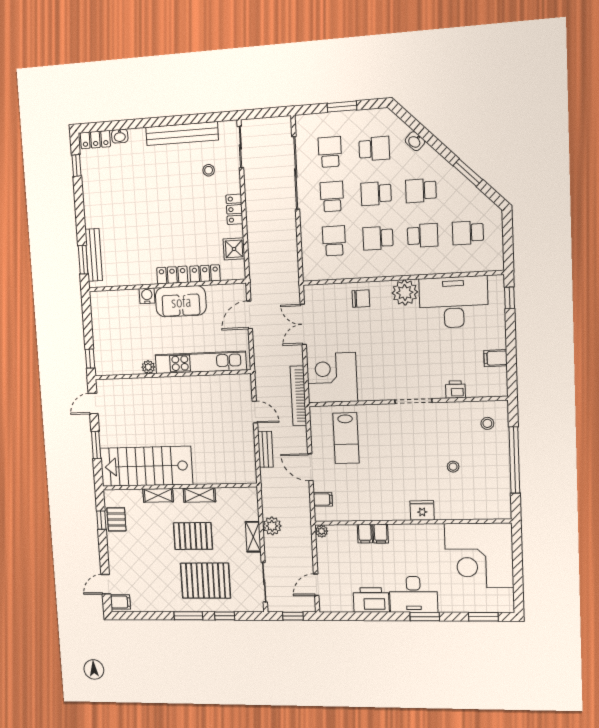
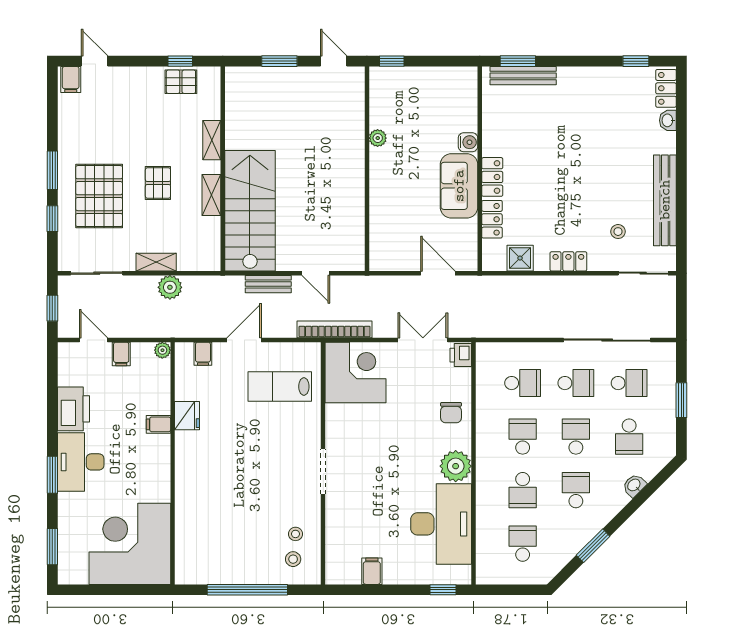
kitchen unit: (201, 362) -> (381, 207), removed
printer: (455, 389) -> (461, 355), moved, turned 180
door: (255, 412) -> (316, 273), hinge flipped
stairs: (146, 466) -> (250, 211), moved
stool: (453, 467) -> (295, 534), moved
fridge: (422, 510) -> (187, 416), moved
filing cabinet: (365, 534) -> (121, 354), moved, turned -90
pallet: (193, 536) -> (158, 183), width x0.67, depth x0.71

